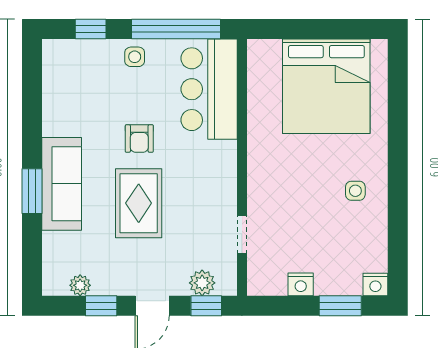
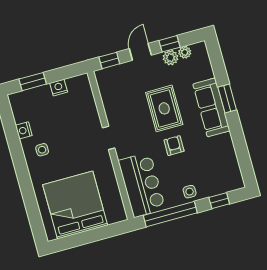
doorway: (242, 235) -> (109, 138), moved
plant: (202, 283) -> (171, 58), moved
nightstand: (375, 285) -> (24, 130), moved, turned -90

